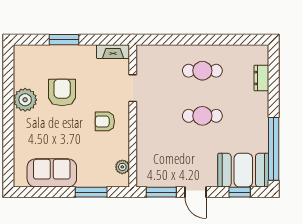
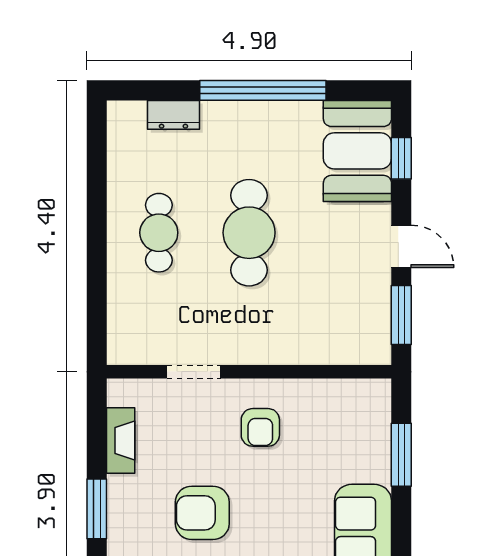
fireplace: (113, 52) -> (121, 440), moved
cafe table: (202, 116) -> (249, 233), width x1.37, depth x1.35
window: (274, 149) -> (263, 90), moved
plant: (122, 167) -> (351, 393), removed
door: (196, 192) -> (401, 246), hinge flipped

